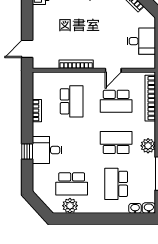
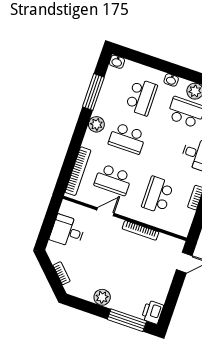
school desk: (116, 101) -> (113, 180), turned 180
washbasin: (135, 208) -> (171, 80), moved

